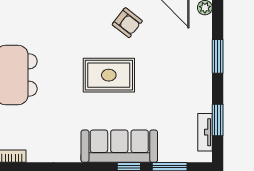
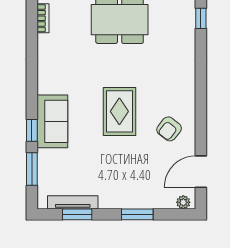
tv unit: (205, 132) -> (73, 202), width x1.41
sofa: (119, 146) -> (52, 121), width x0.73

